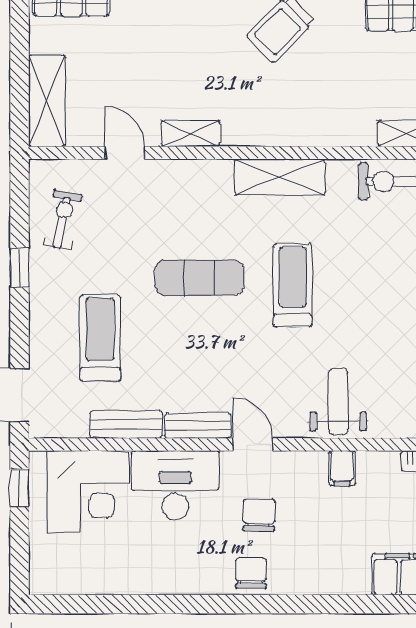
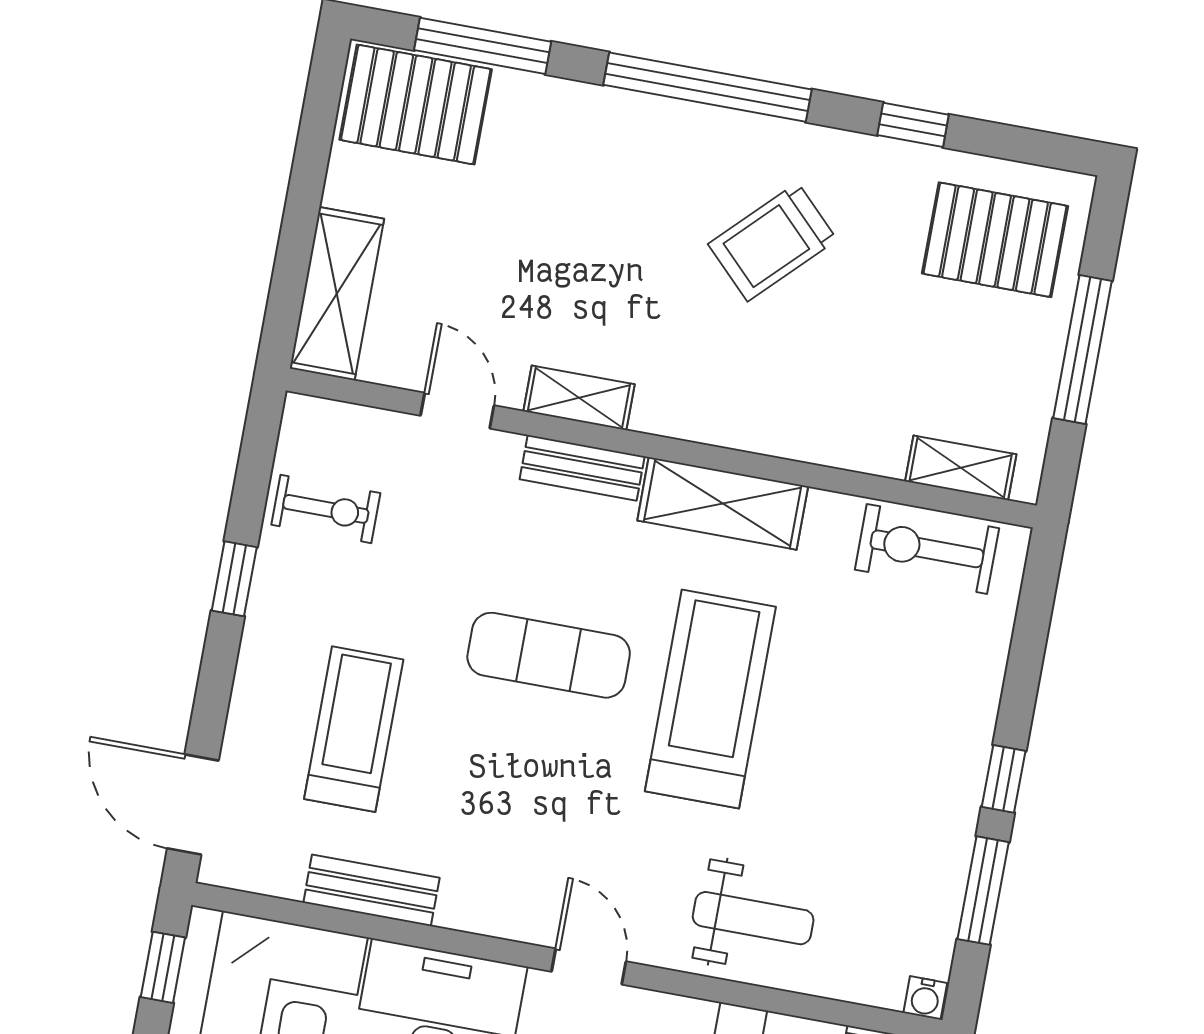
exercise bike: (63, 220) -> (326, 509), turned 79
treadmill: (293, 285) -> (710, 699), width x1.37, depth x1.38
weight bench: (338, 401) -> (753, 918), turned 90
bench: (198, 426) -> (582, 468), moved

